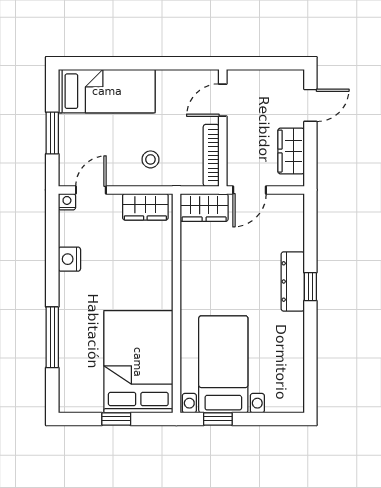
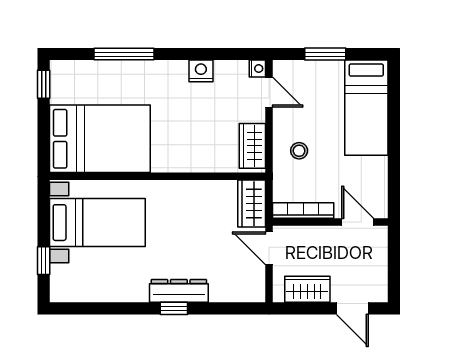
window: (116, 419) -> (44, 84), moved
window: (218, 419) -> (44, 261), moved

